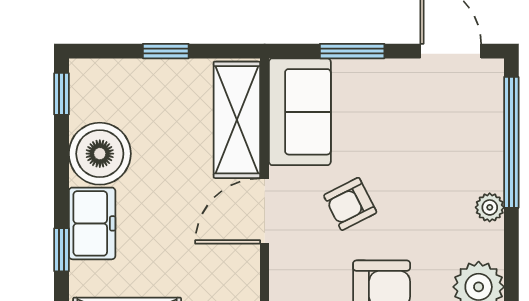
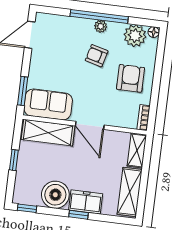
window: (352, 51) -> (23, 91), moved
window: (511, 142) -> (99, 16), moved
armchair: (350, 204) -> (97, 56), moved, turned 132
window: (62, 250) -> (79, 215), moved

